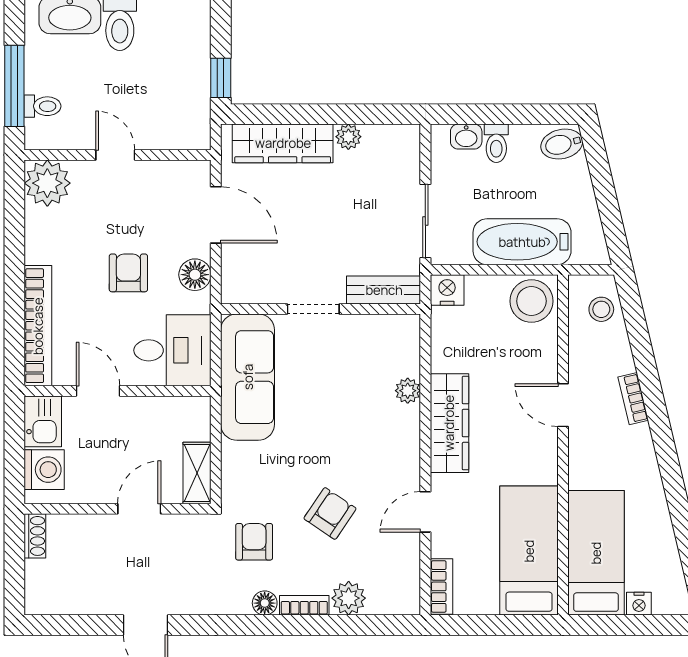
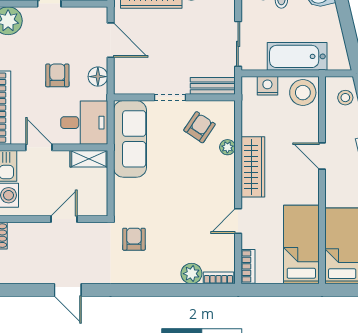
nightstand: (447, 290) -> (267, 86), moved
shelving: (197, 473) -> (89, 159), moved, turned 90
armchair: (330, 513) -> (200, 127), moved
floor lamp: (265, 603) -> (140, 276), removed
bookcase: (304, 605) -> (218, 278), moved

